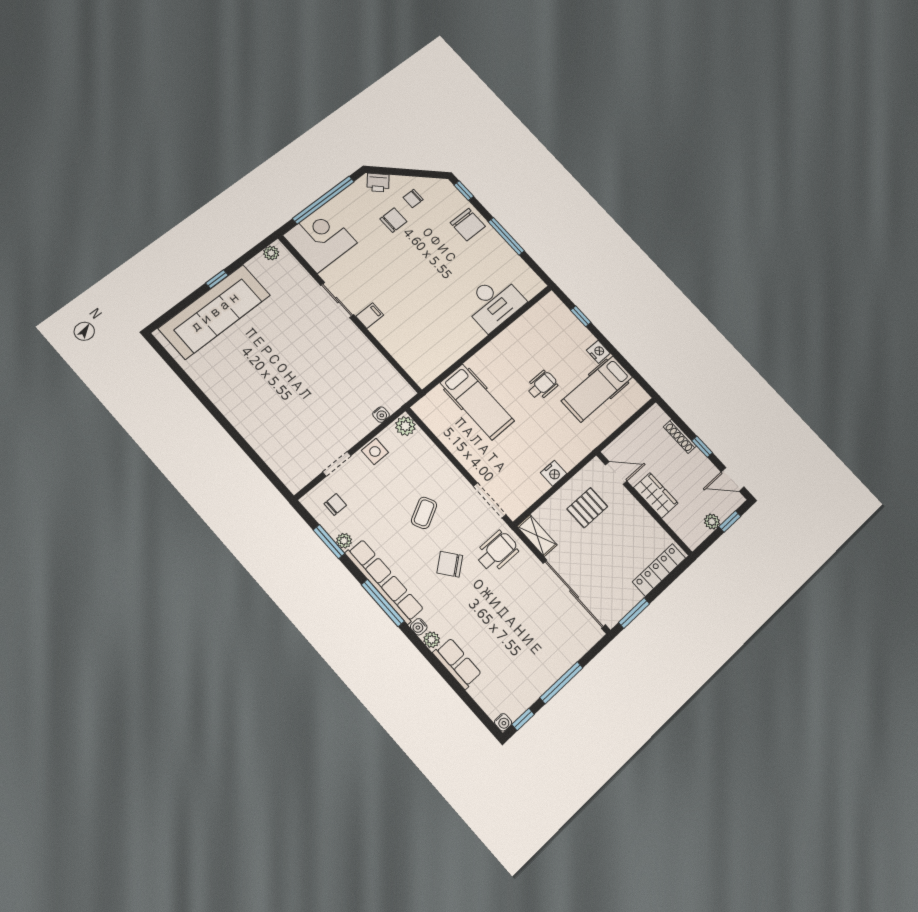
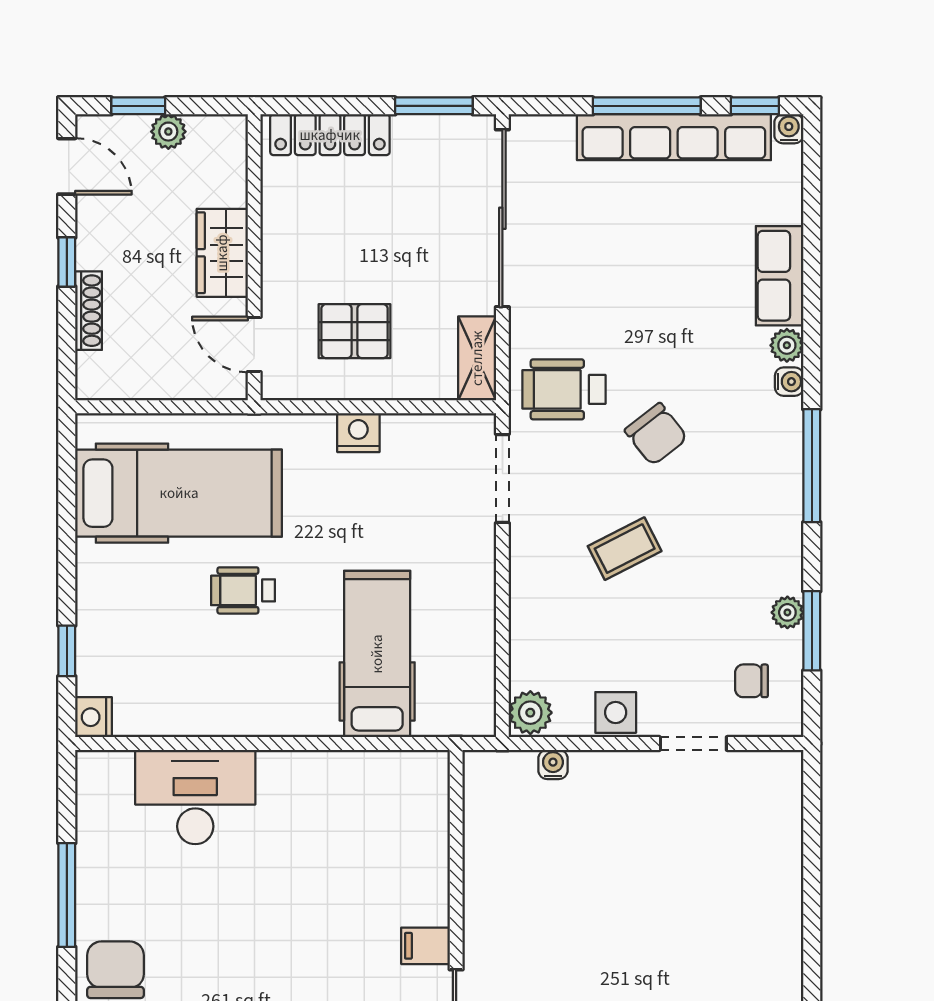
nightstand: (598, 352) -> (94, 717), moved
hospital bed: (597, 389) -> (179, 493), width x1.37, depth x1.29
row of seats: (384, 581) -> (674, 137), moved, turned -90

